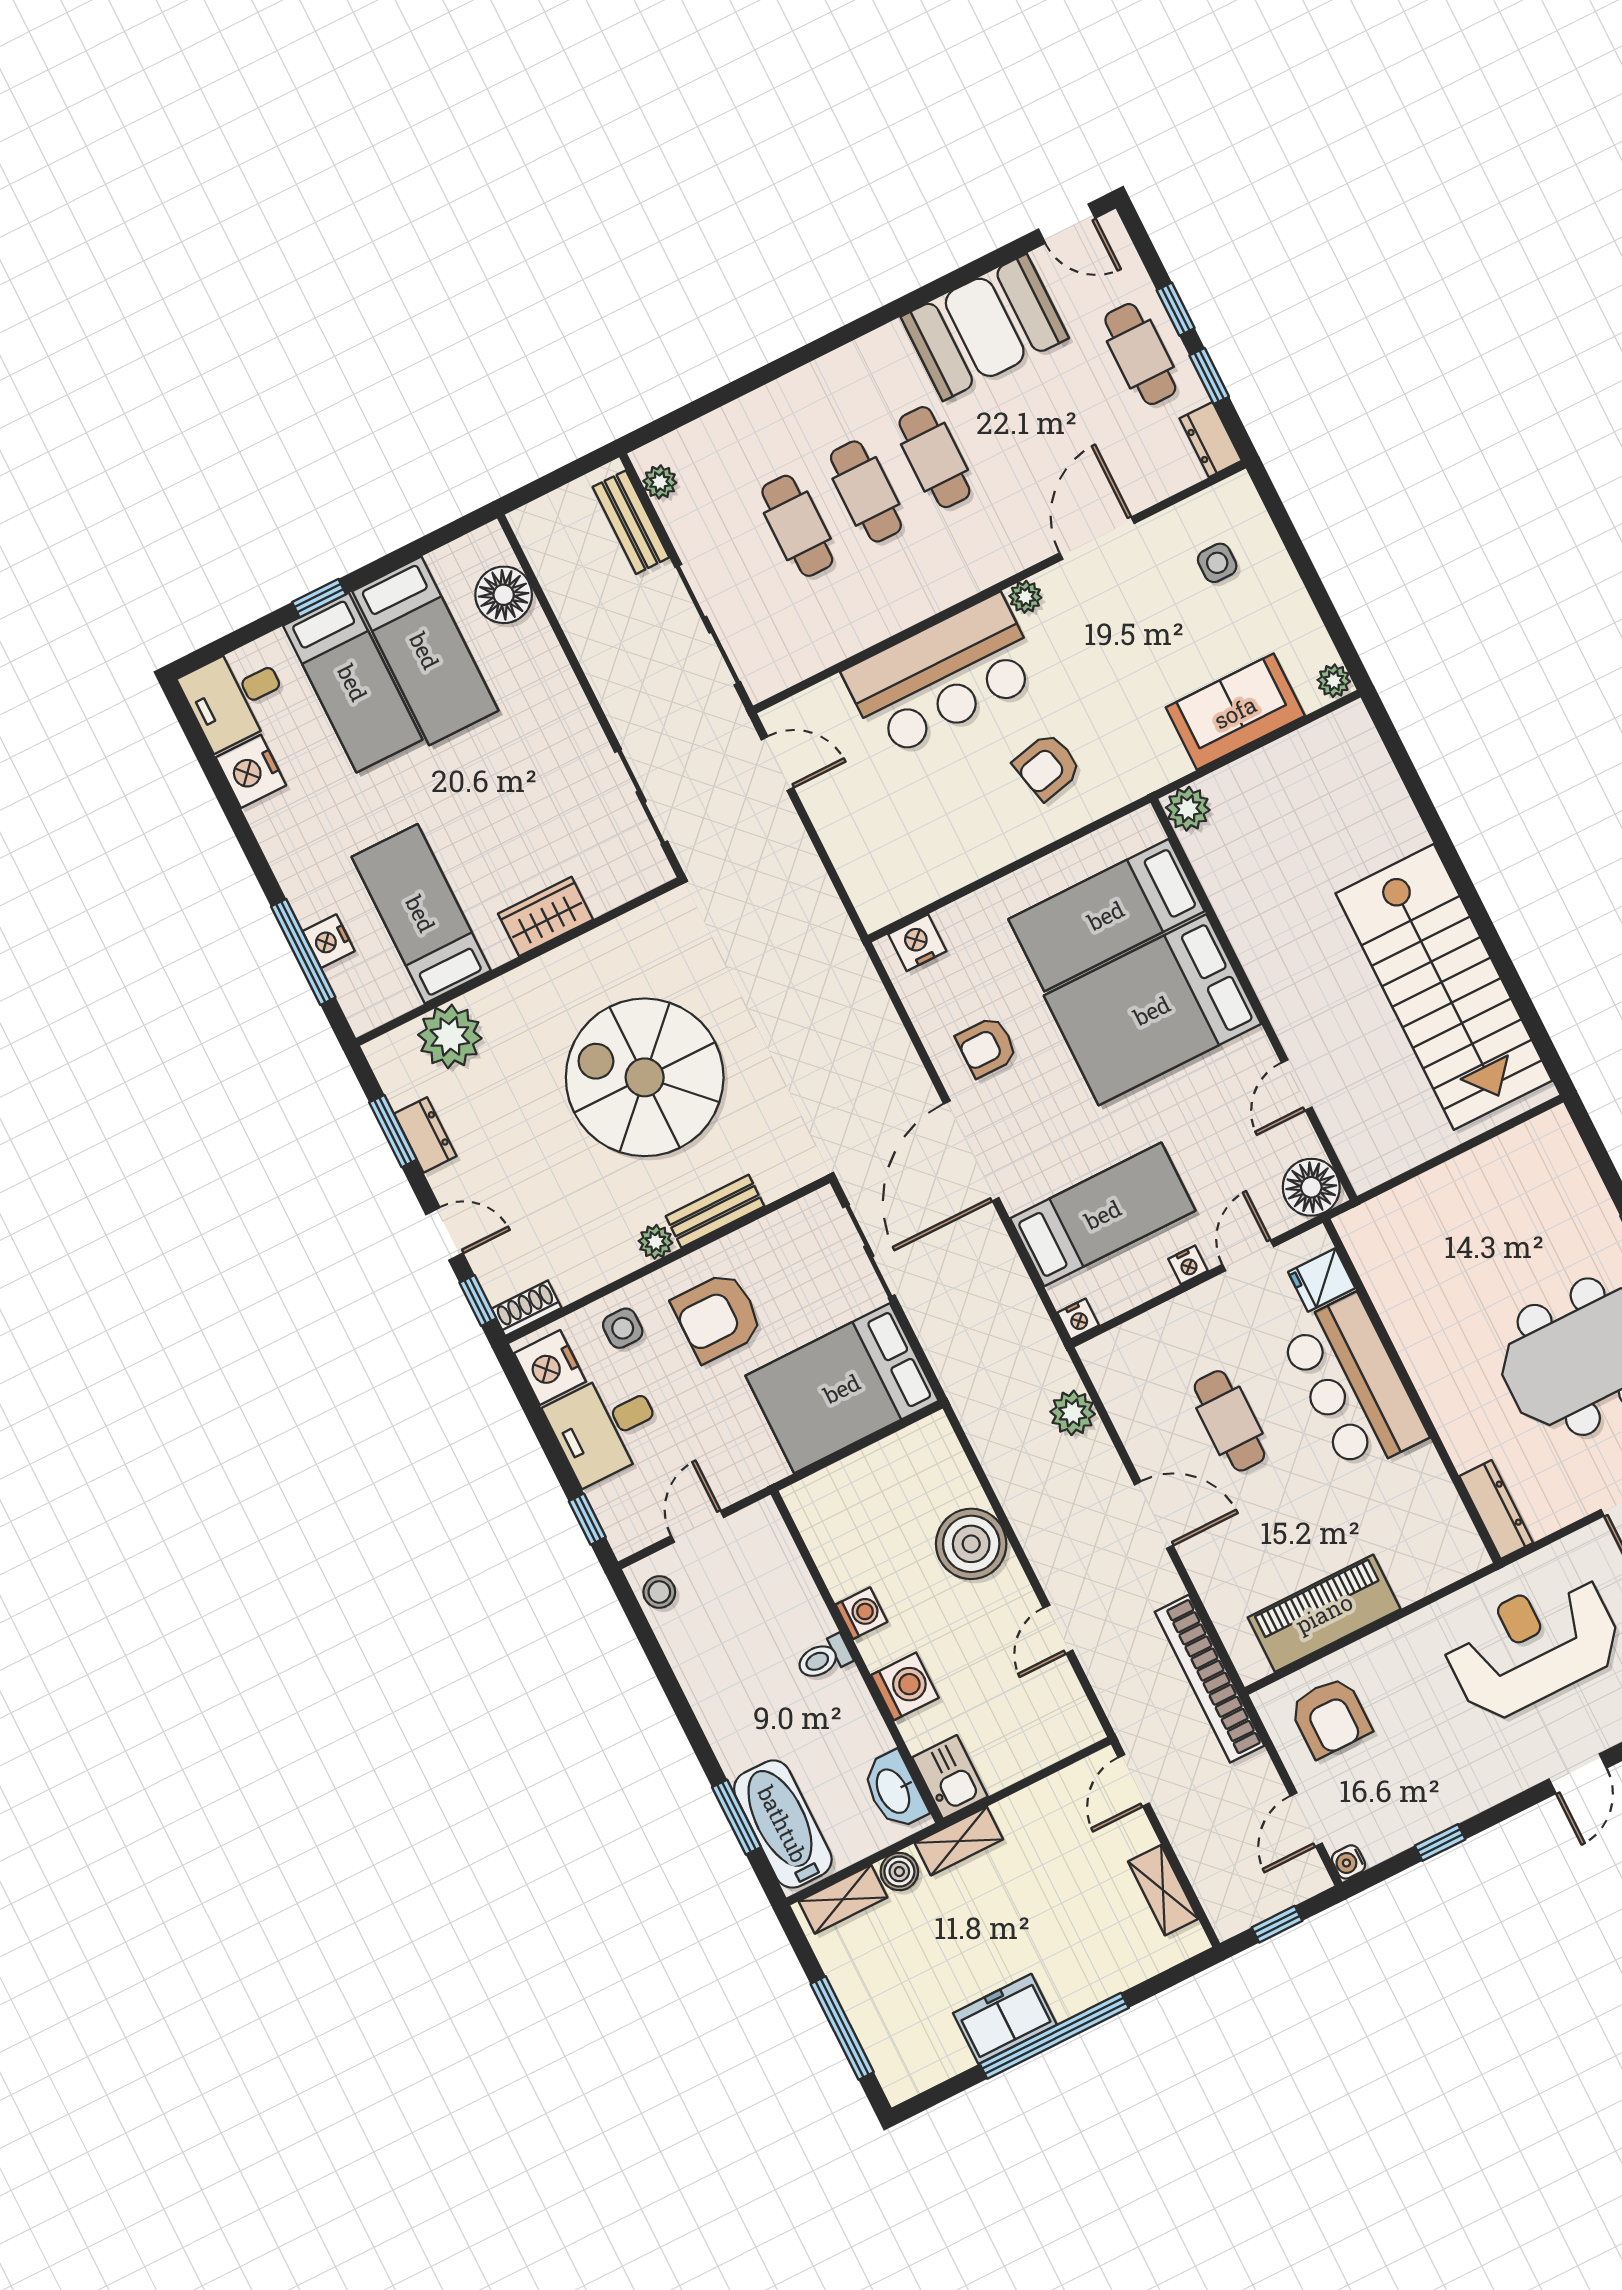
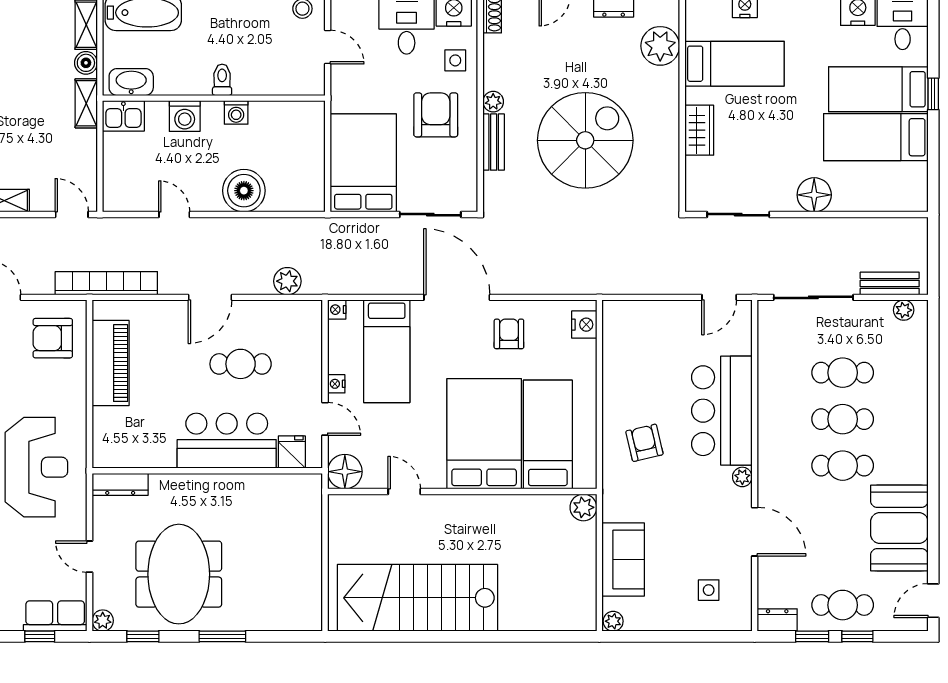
floor lamp: (504, 595) -> (814, 195), moved

